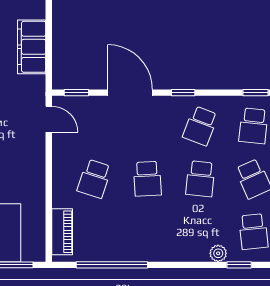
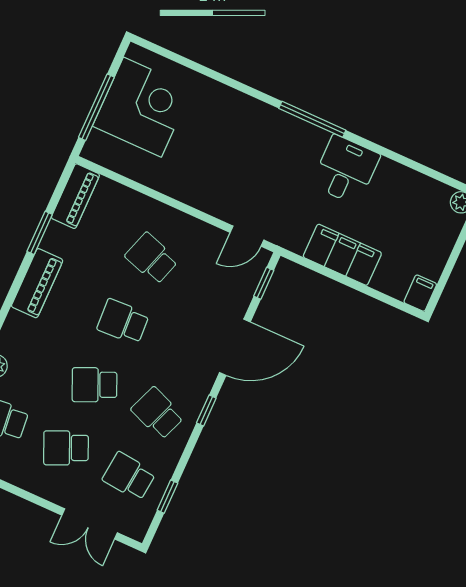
school desk: (200, 179) -> (95, 385), turned -30
piano: (62, 232) -> (75, 196), moved, turned -90
piano: (148, 251) -> (37, 283), added
window: (112, 265) -> (40, 233), width x0.47

